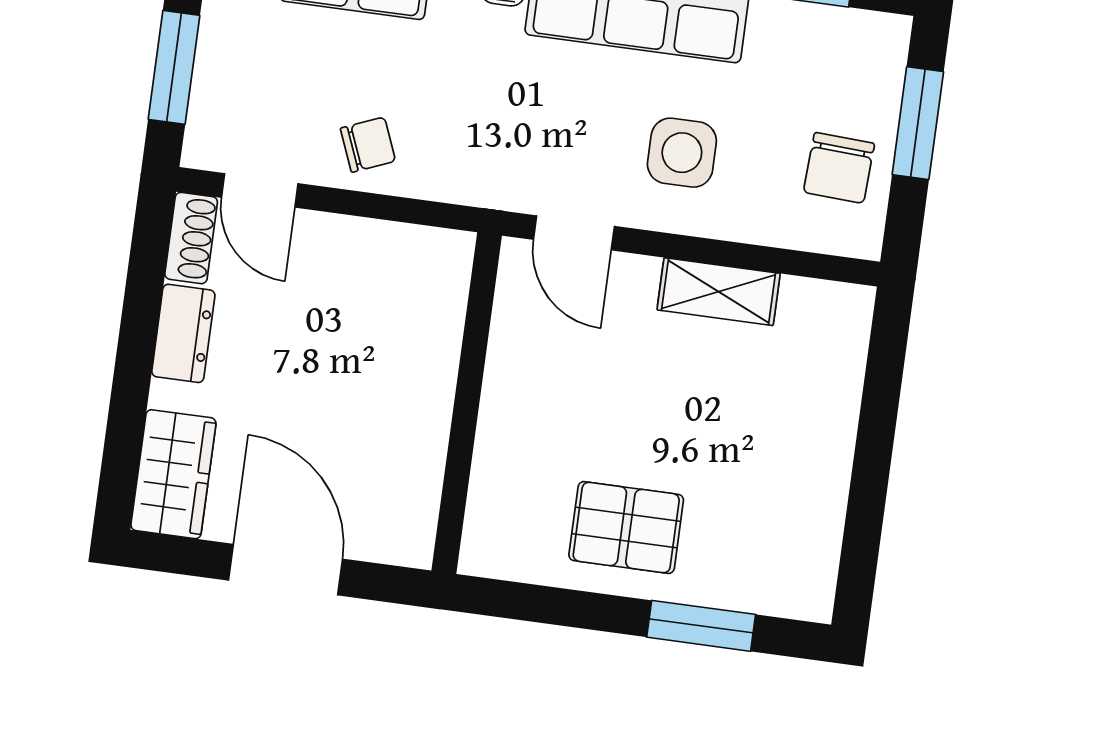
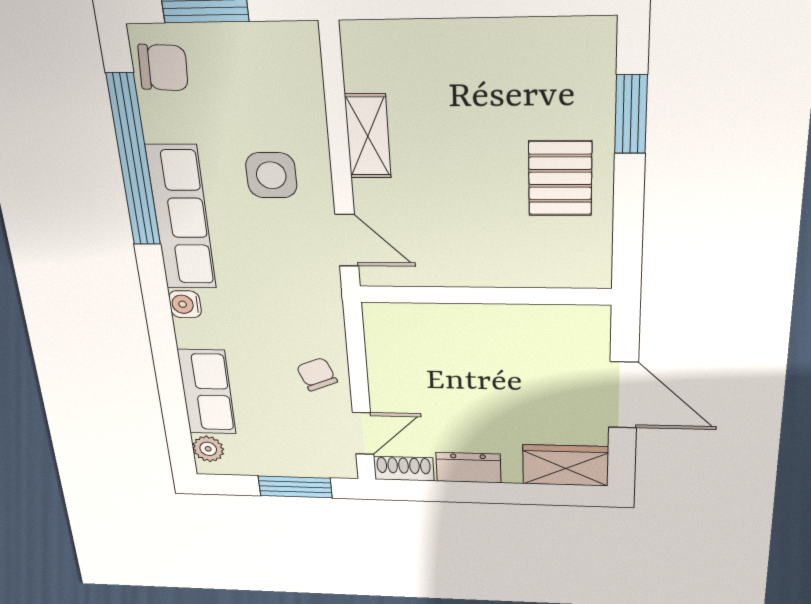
chair: (839, 168) -> (163, 68), moved
door: (574, 233) -> (347, 240), hinge flipped
door: (286, 570) -> (623, 395), swing flipped

